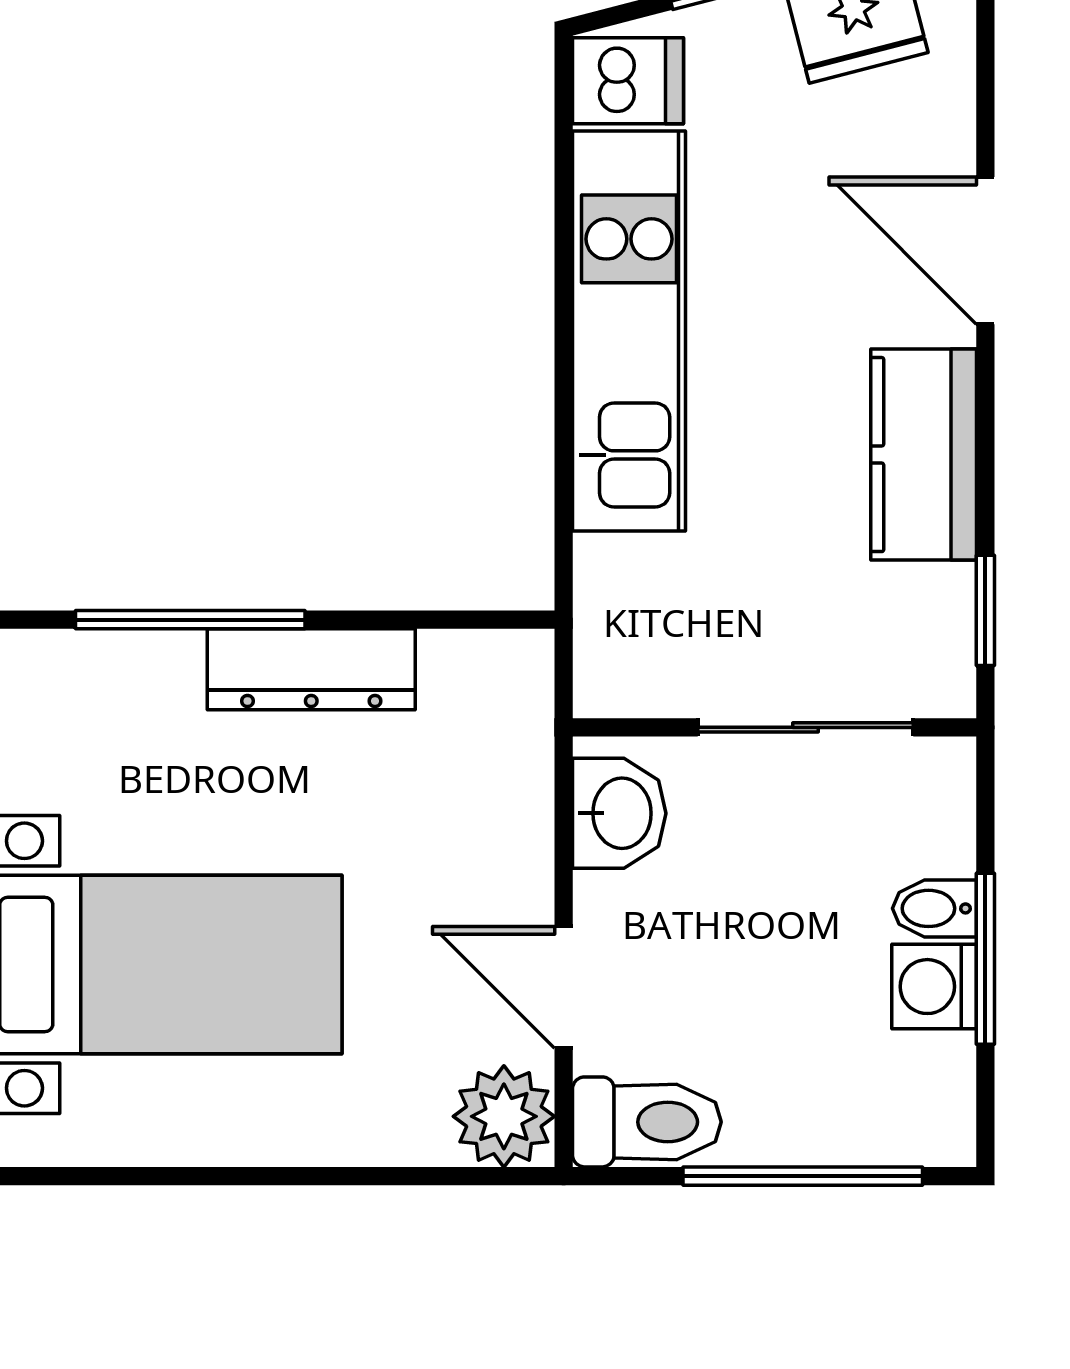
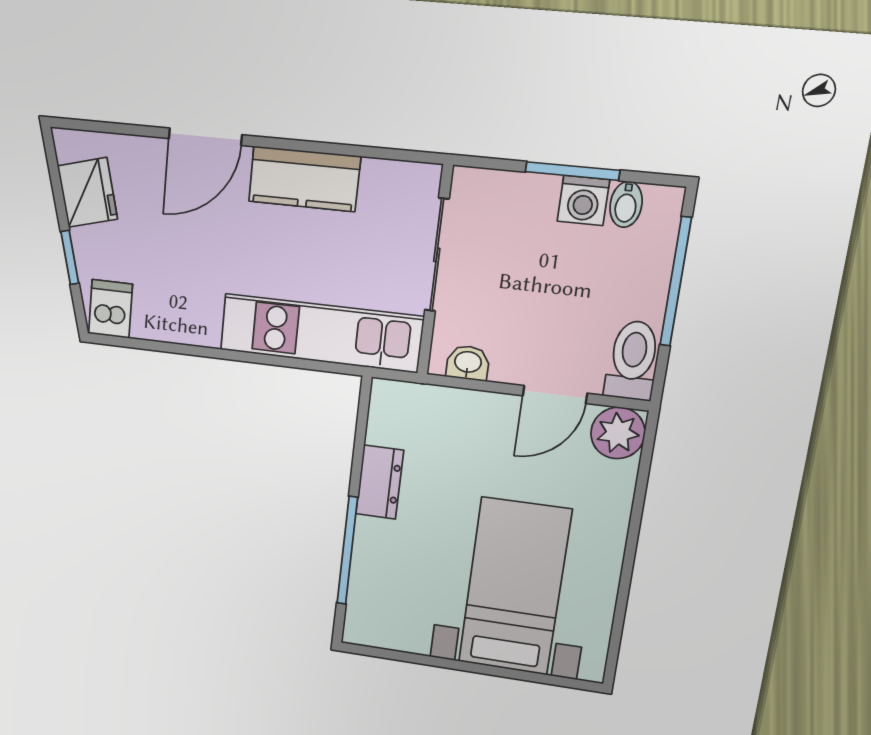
kitchen unit: (629, 331) -> (321, 333), moved
window: (985, 610) -> (387, 154), removed
dresser: (311, 669) -> (380, 482), width x0.70
washbasin: (619, 813) -> (468, 363), width x0.72, depth x0.69
bidet: (934, 908) -> (626, 204), moved

